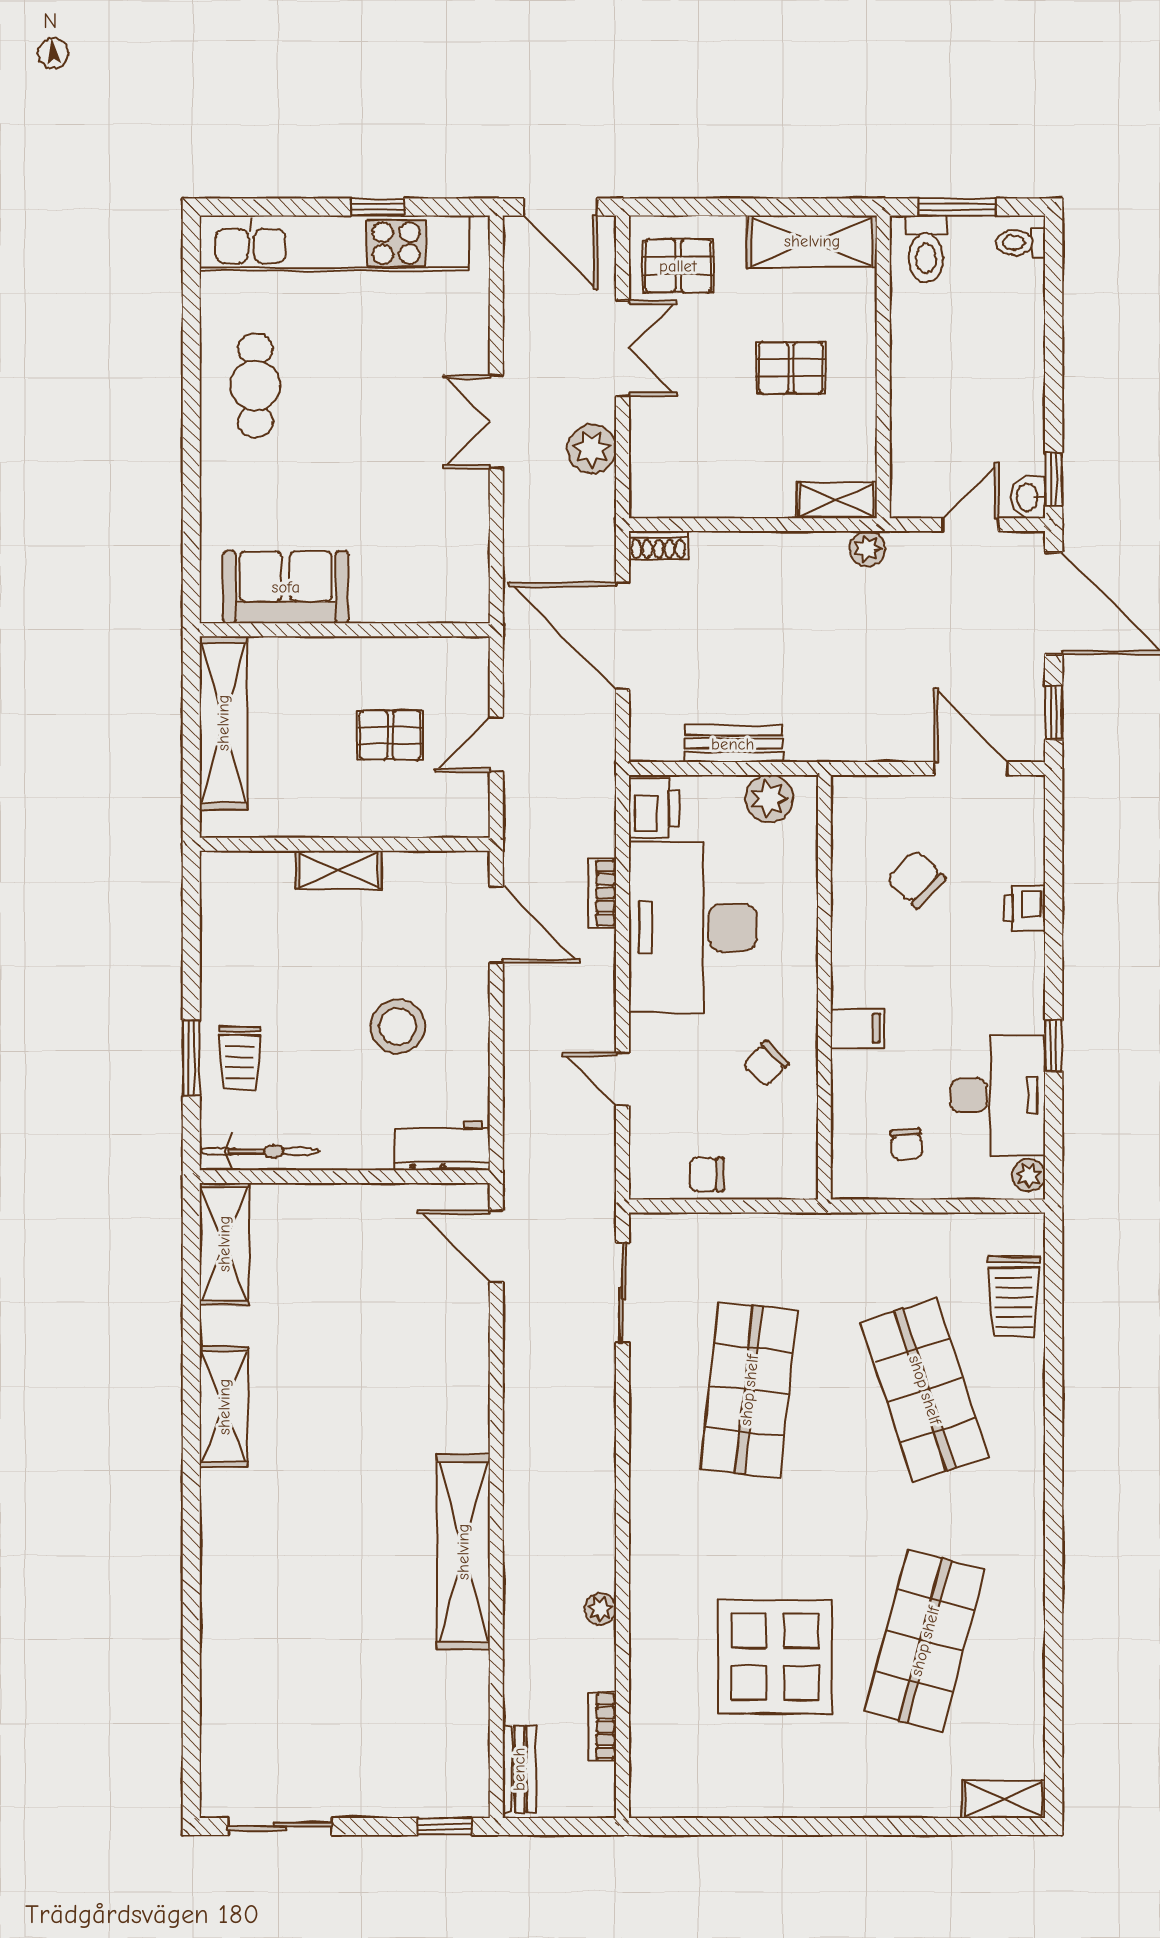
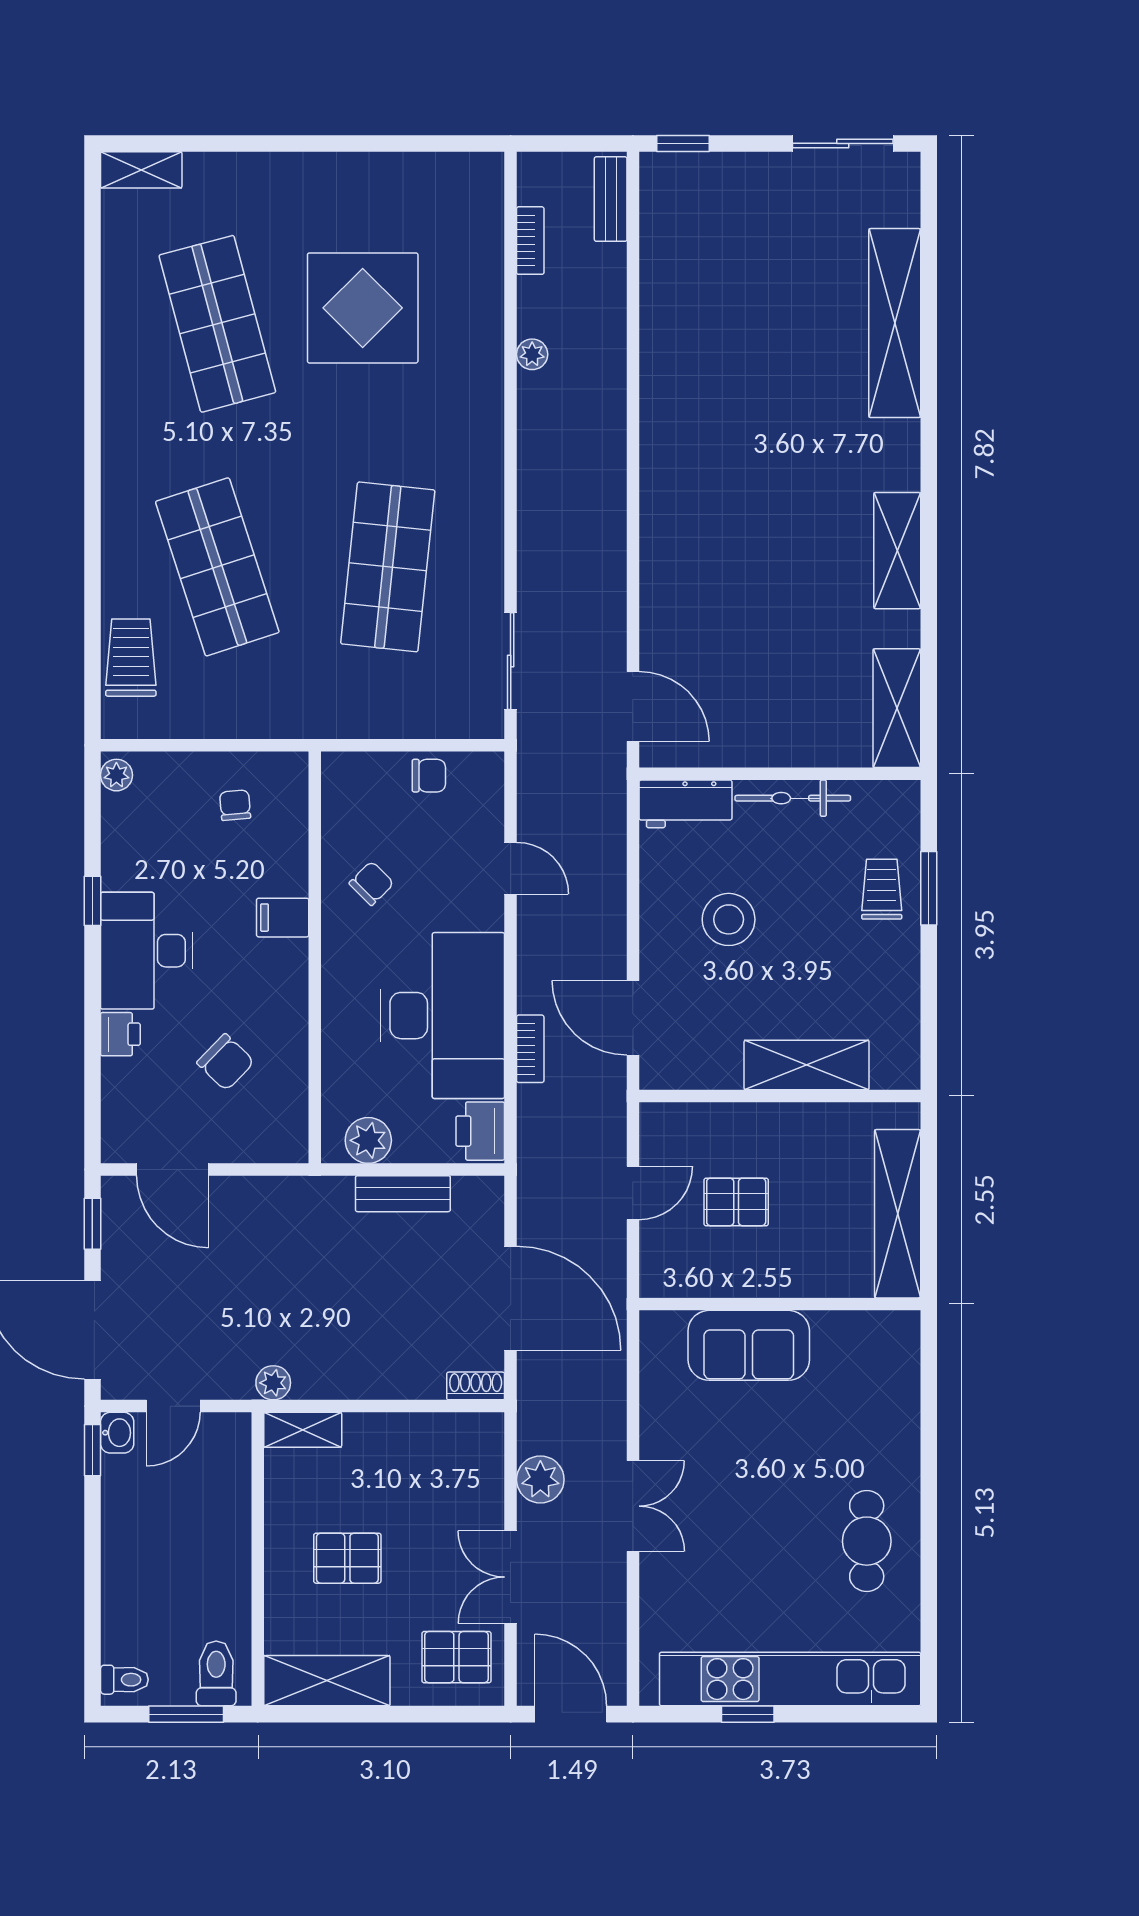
sofa: (286, 587) -> (749, 1345), moved
shelving: (339, 870) -> (807, 1065), width x1.50, depth x1.33
desk: (998, 1095) -> (147, 951), moved
bicycle: (259, 1151) -> (793, 798), moved
shelving: (463, 1552) -> (895, 323), moved
shop shelf: (925, 1641) -> (217, 324), turned -30

